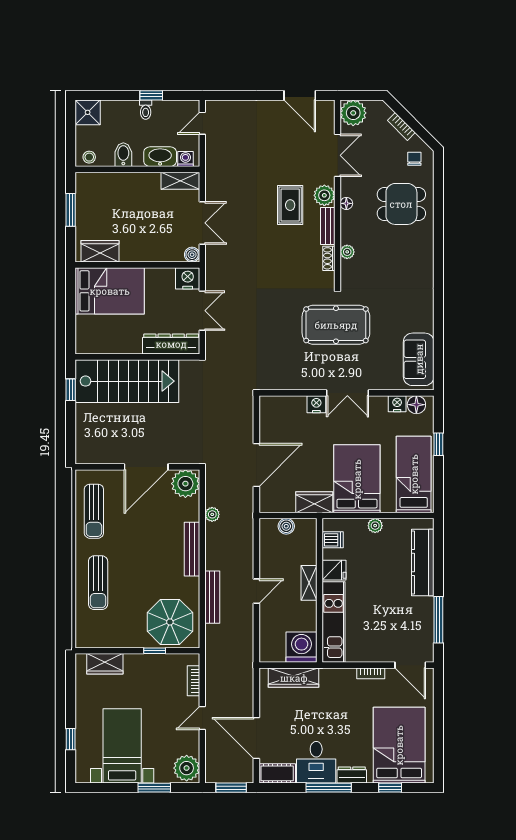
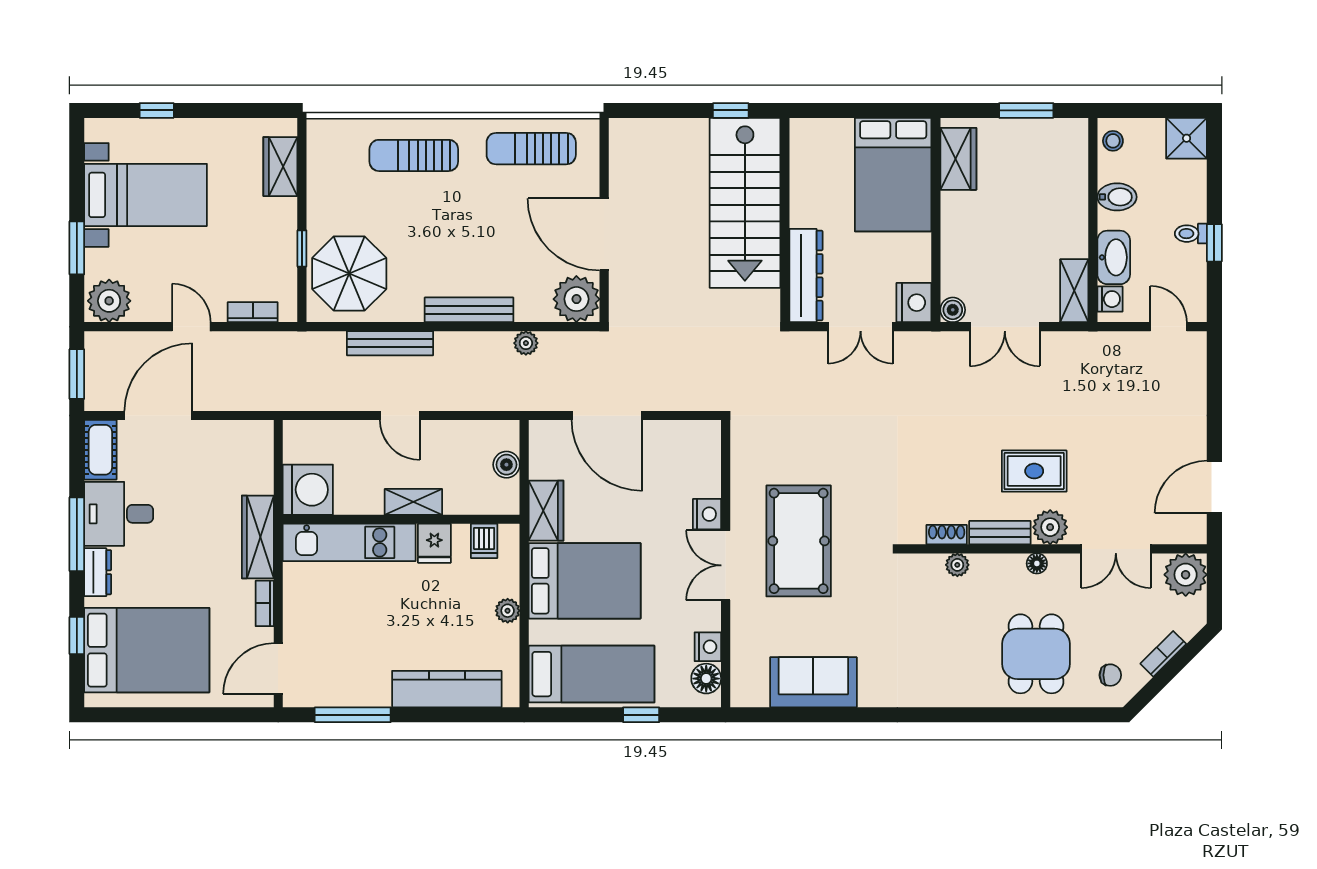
pool table: (336, 325) -> (799, 541), moved
sofa: (419, 359) -> (813, 682), moved
wardrobe: (294, 678) -> (258, 537), moved

